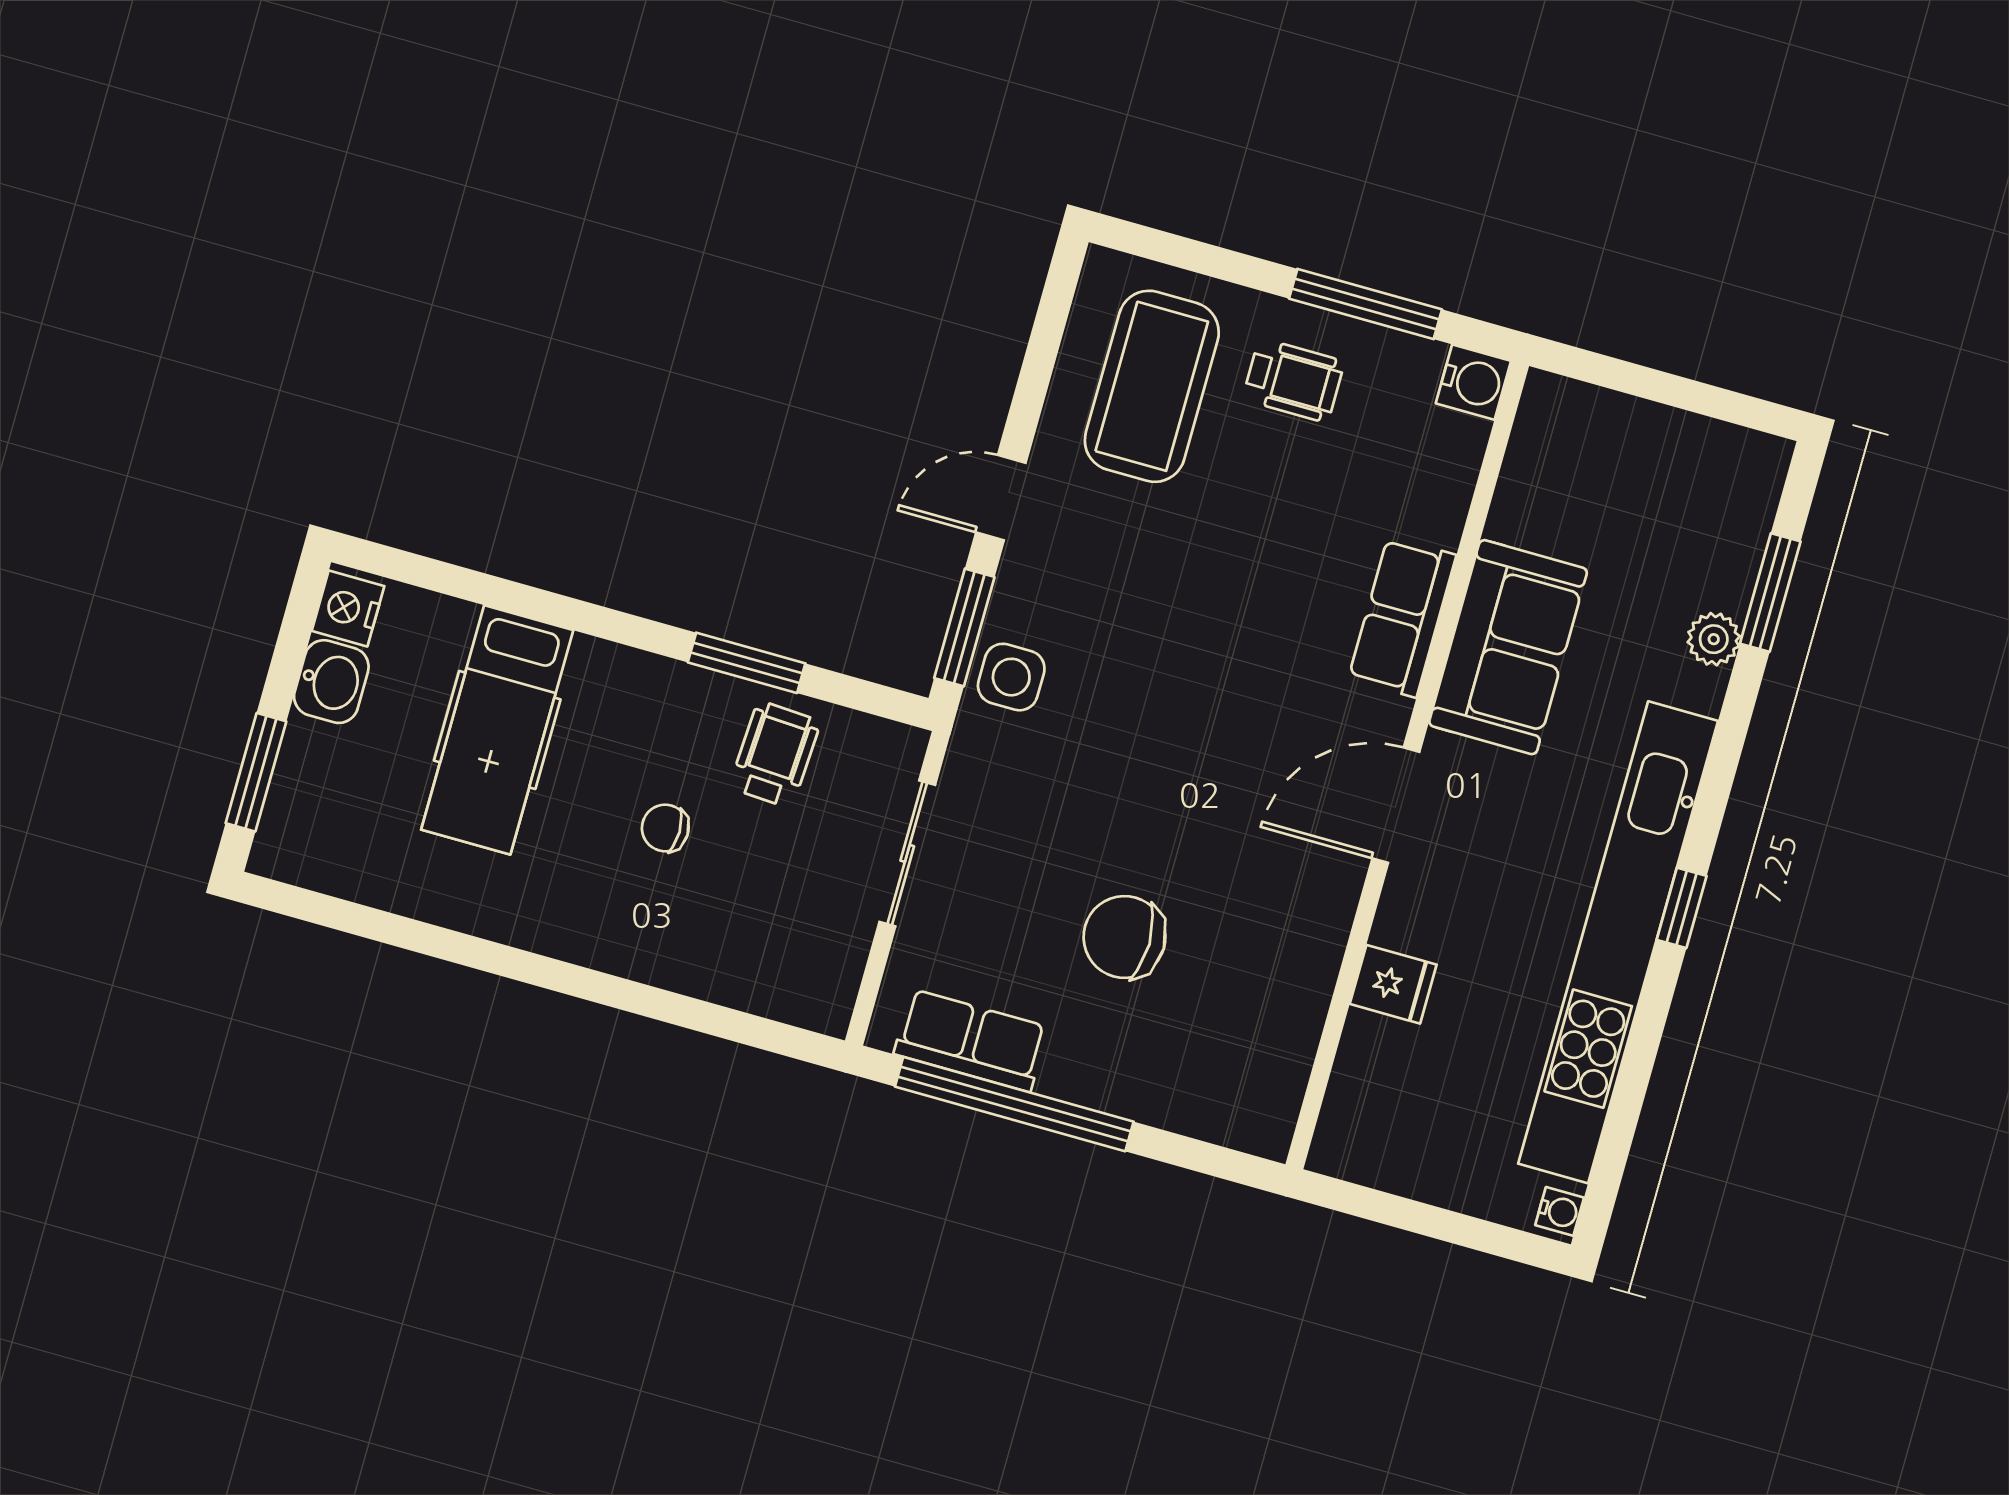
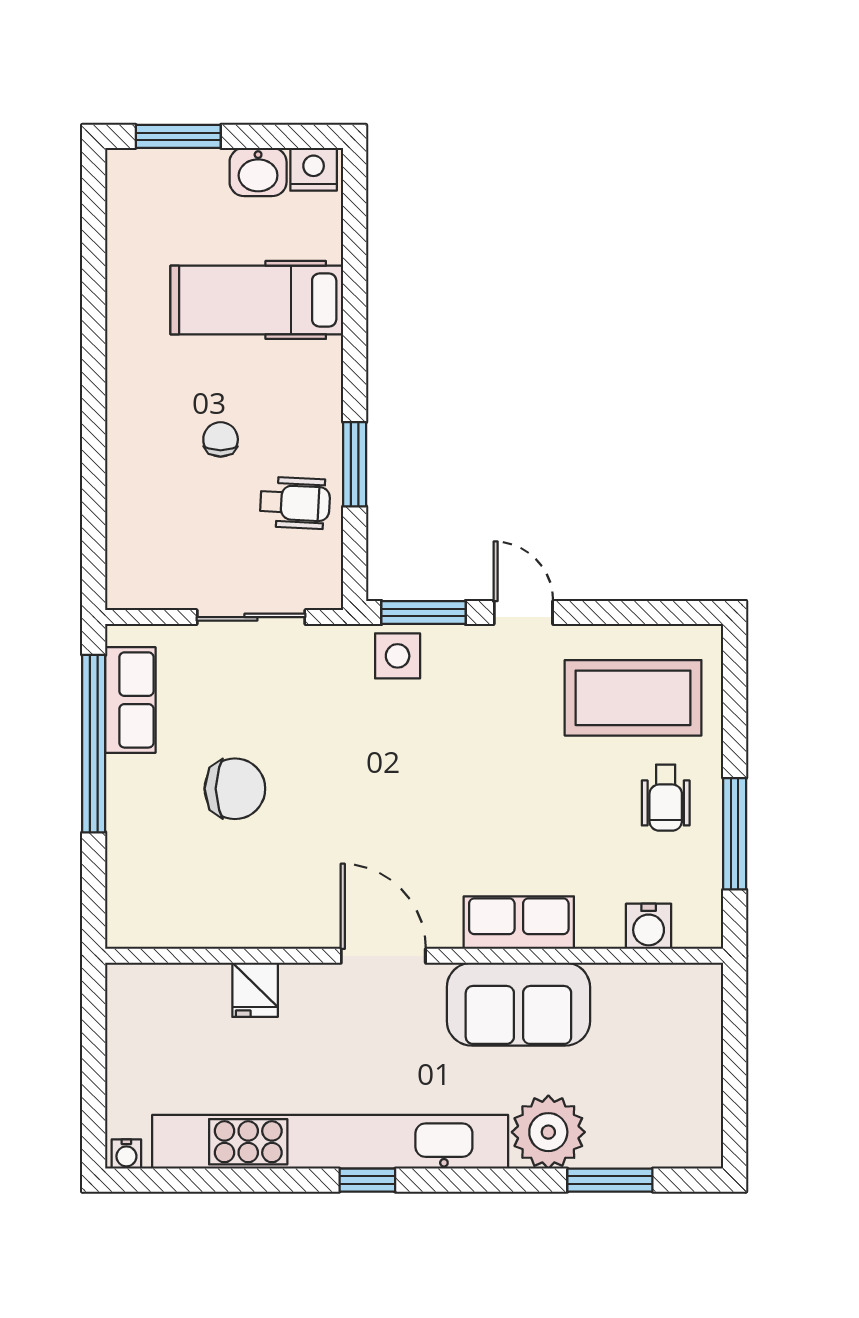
water cooler: (1473, 382) -> (649, 926), moved
plant: (1714, 639) -> (548, 1132), width x1.88, depth x1.88
chair: (1124, 937) -> (235, 789), turned 90

